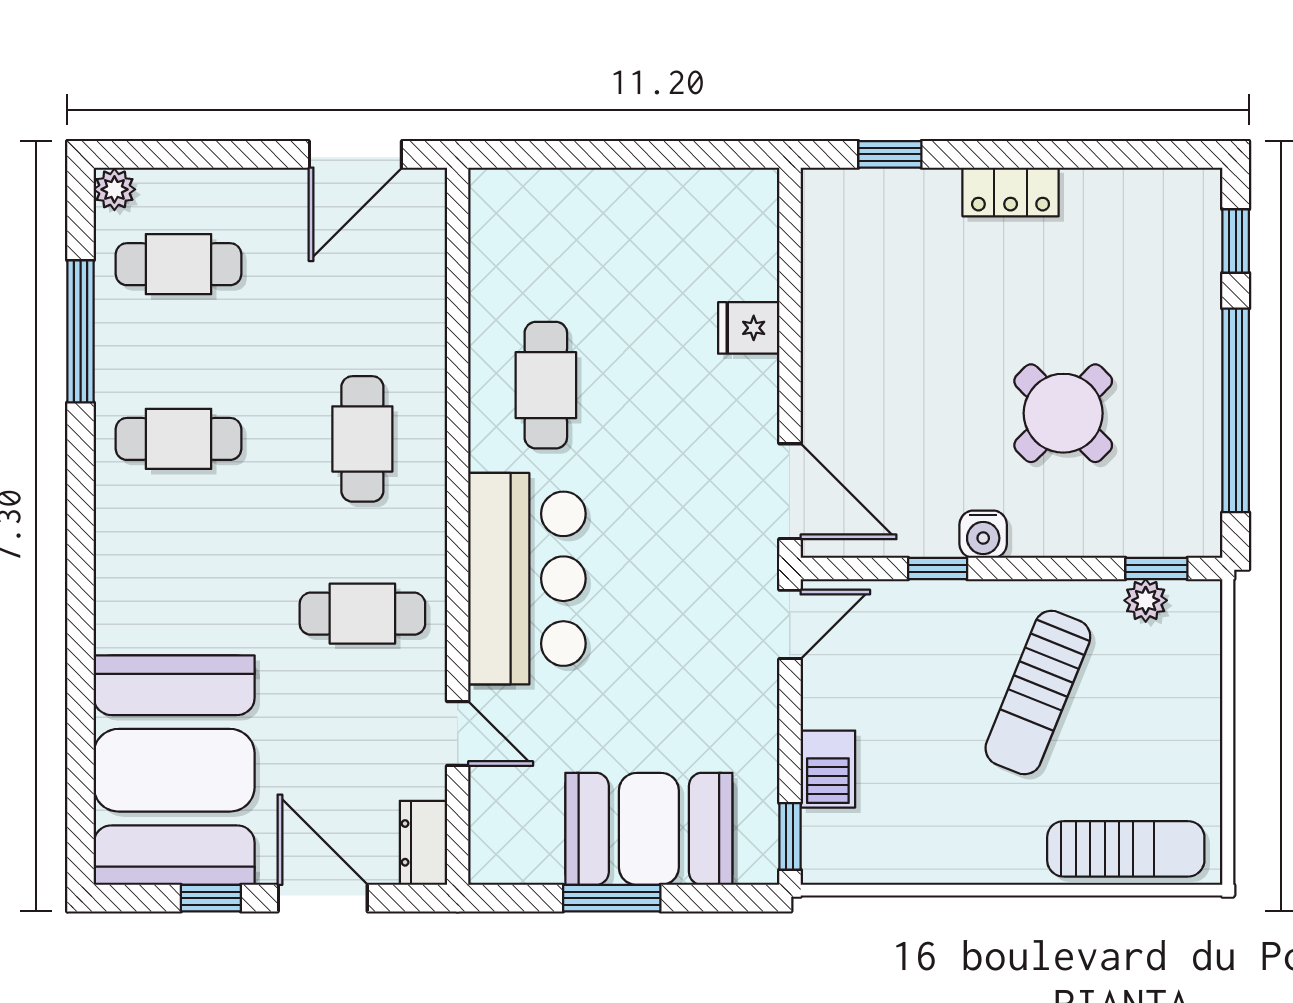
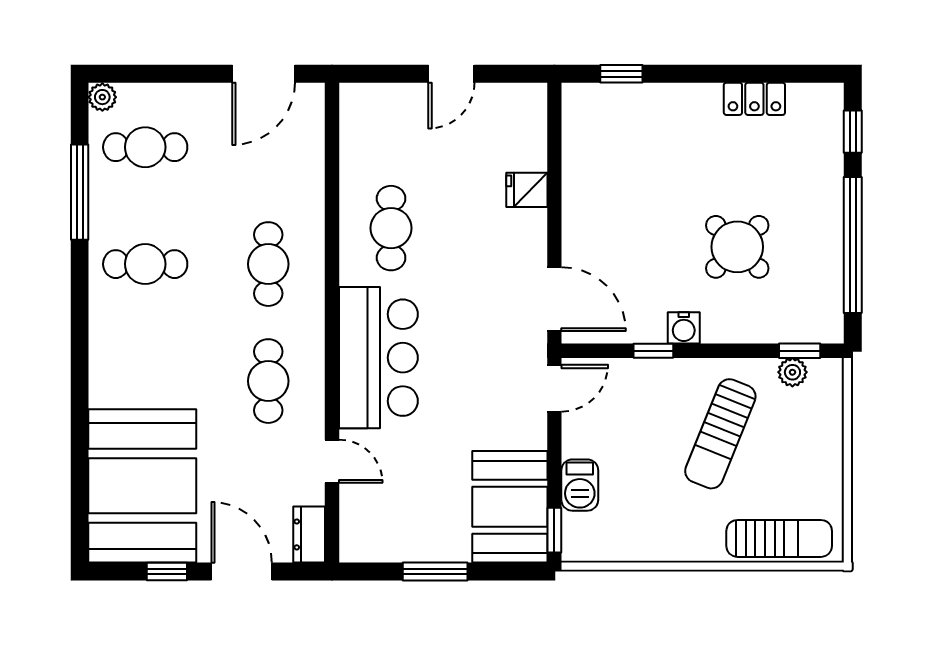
door: (636, 154) -> (451, 74), added
locker: (1011, 192) -> (754, 99), moved
cafe table: (362, 614) -> (268, 381), turned 90
booth: (649, 829) -> (510, 507), moved, turned 90

